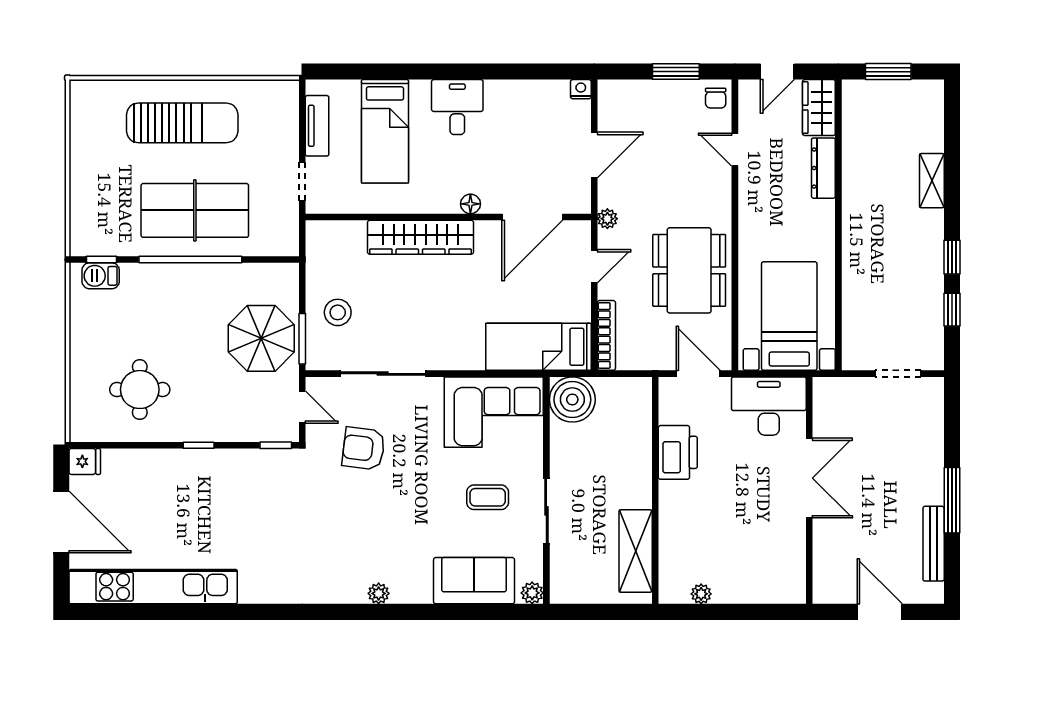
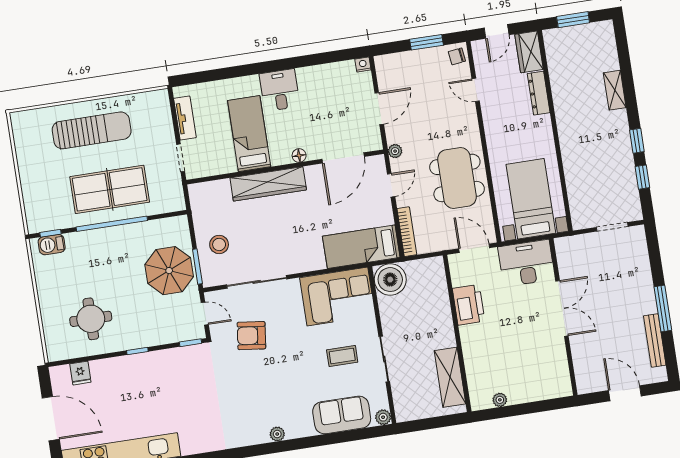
chair: (716, 98) -> (457, 56), turned 83
bed: (385, 131) -> (249, 134), moved, turned 180
fridge: (85, 461) -> (80, 373), moved, turned 90

